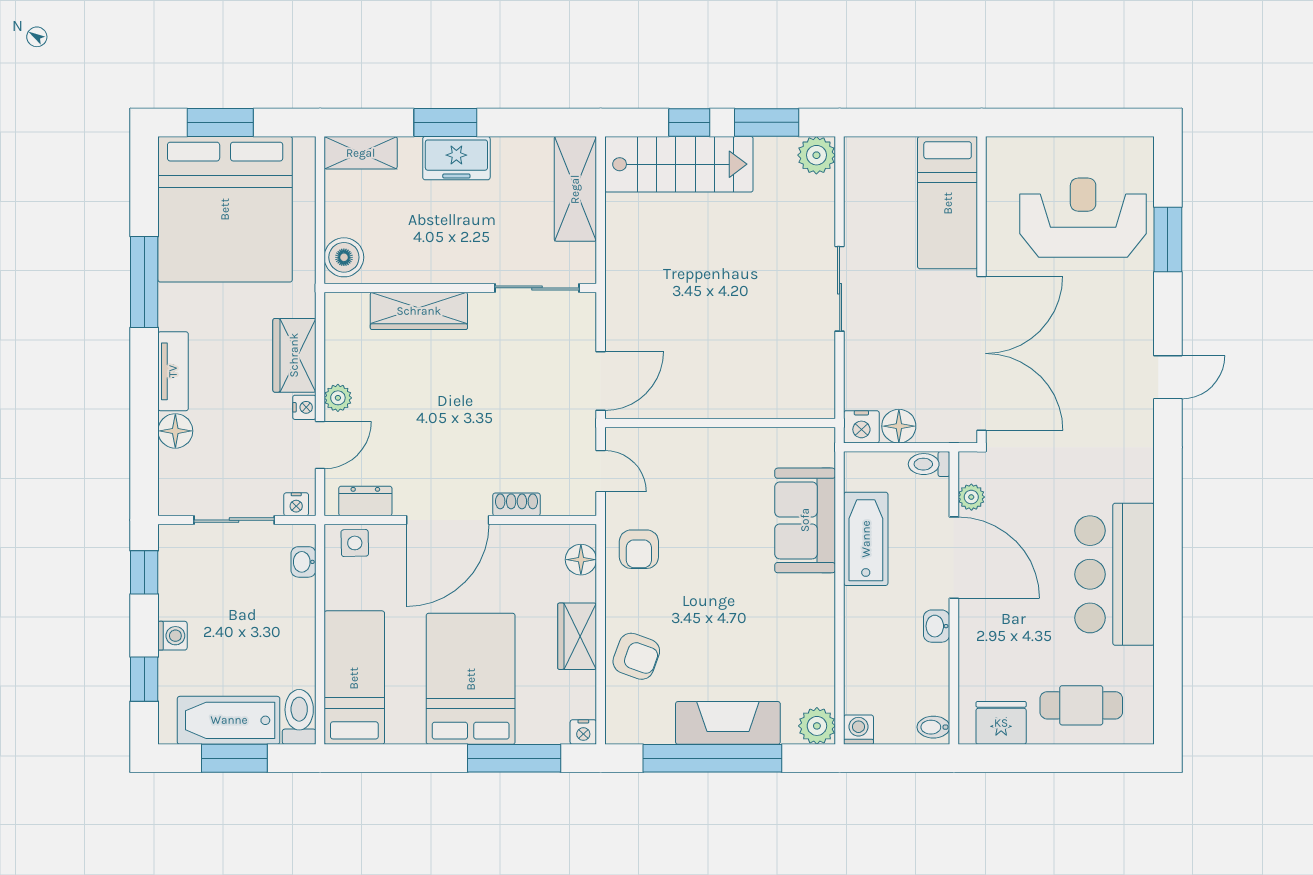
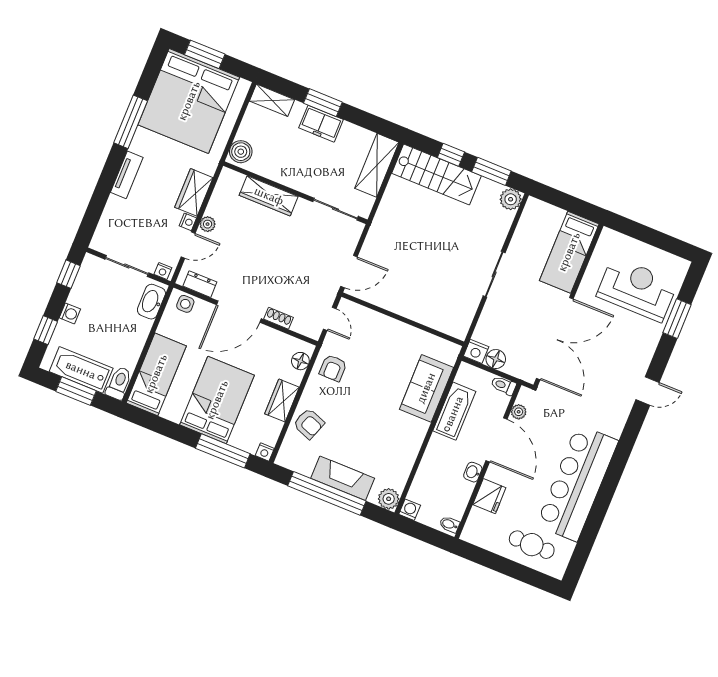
floor lamp: (175, 431) -> (115, 207), removed
washbasin: (303, 562) -> (151, 302), width x1.91, depth x1.45
bar counter: (1114, 574) -> (577, 483), width x1.36
fridge: (1001, 723) -> (489, 496), moved, turned 90

